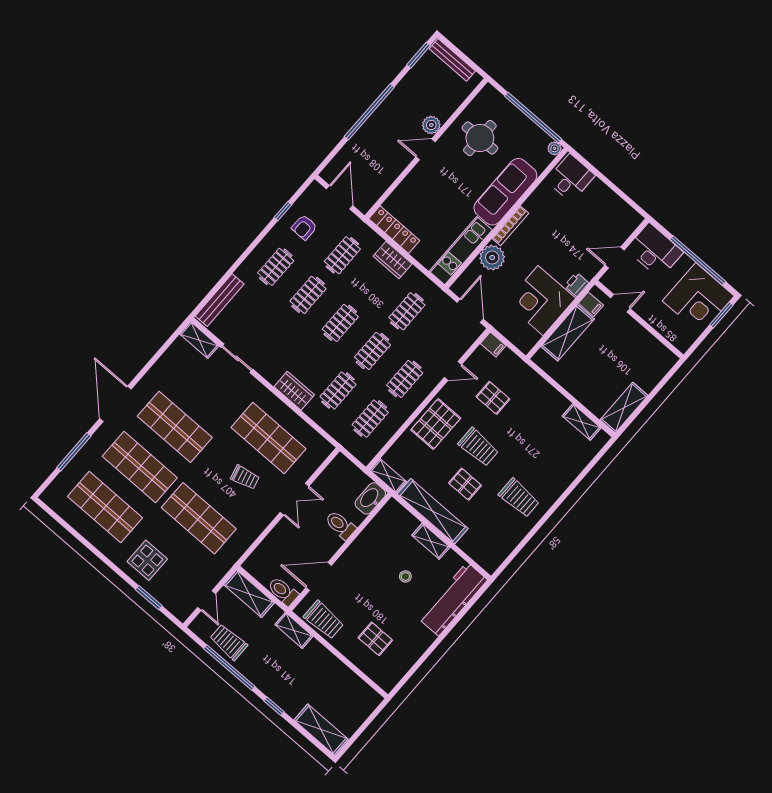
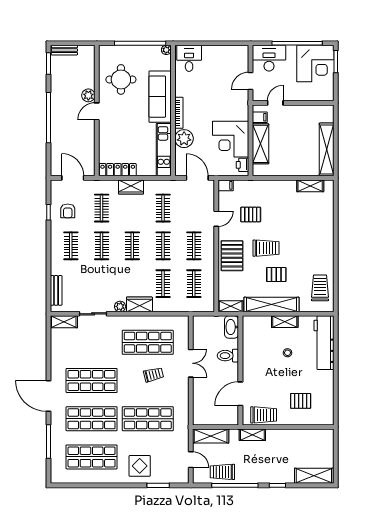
bench: (452, 60) -> (64, 50), width x0.73
printer: (577, 284) -> (242, 165), moved
bench: (220, 300) -> (56, 290), width x0.73
plant: (272, 375) -> (120, 306), added
shelving: (624, 408) -> (327, 149), width x1.47
trolley: (519, 498) -> (320, 288), moved, turned -90
toilet: (283, 591) -> (228, 419), removed

